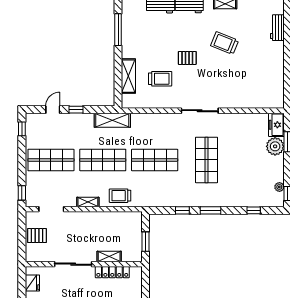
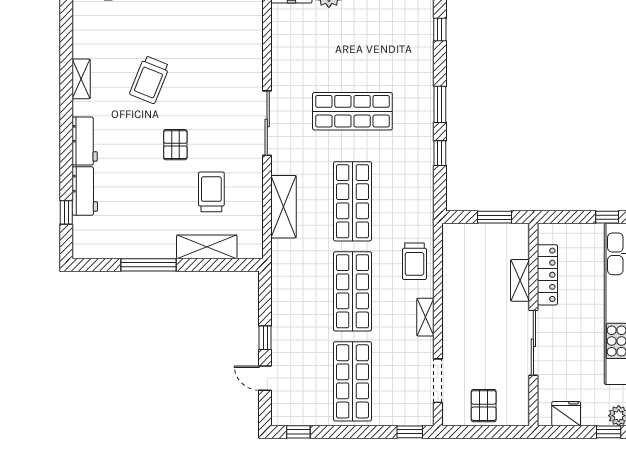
window: (118, 30) -> (149, 265), moved
shelving: (112, 120) -> (284, 207), moved

